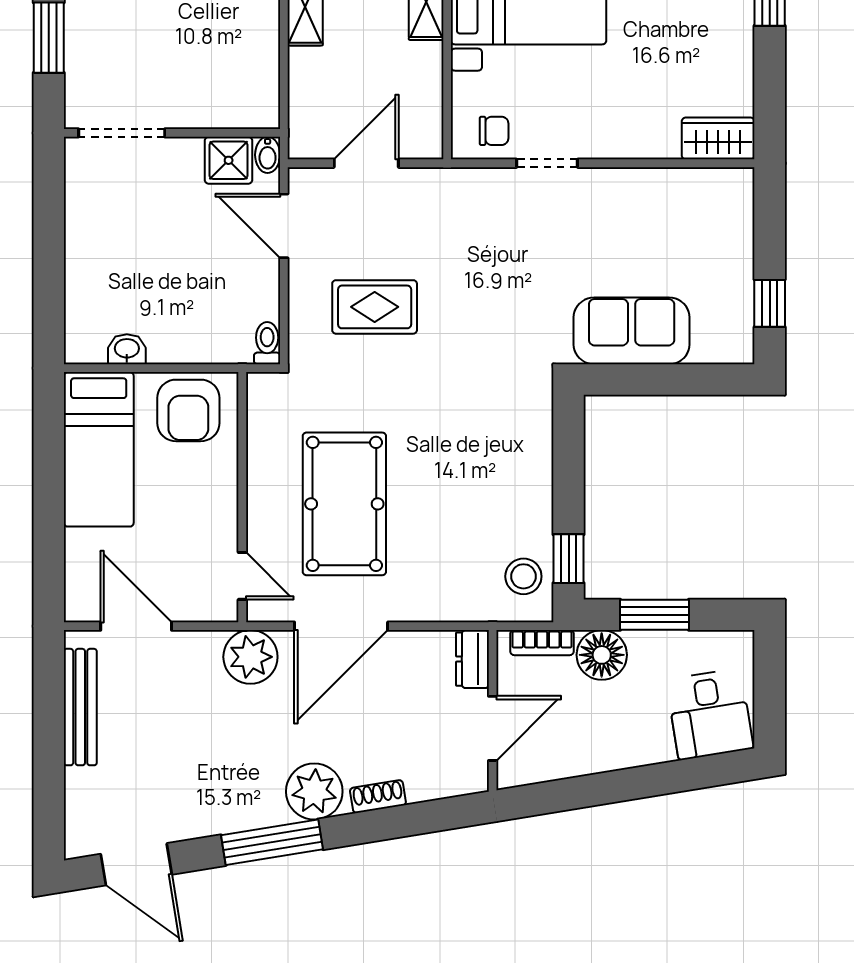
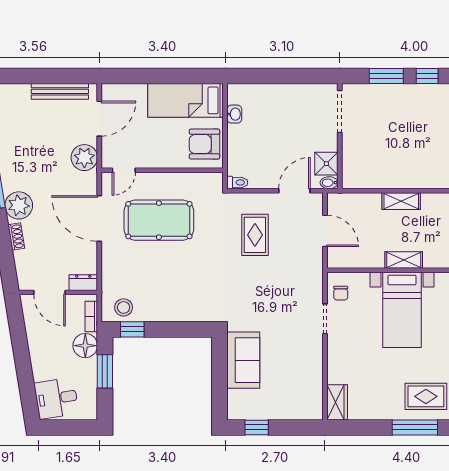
plant: (250, 657) -> (84, 158), moved

